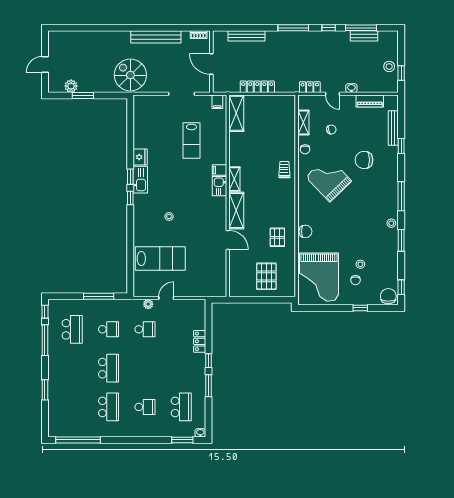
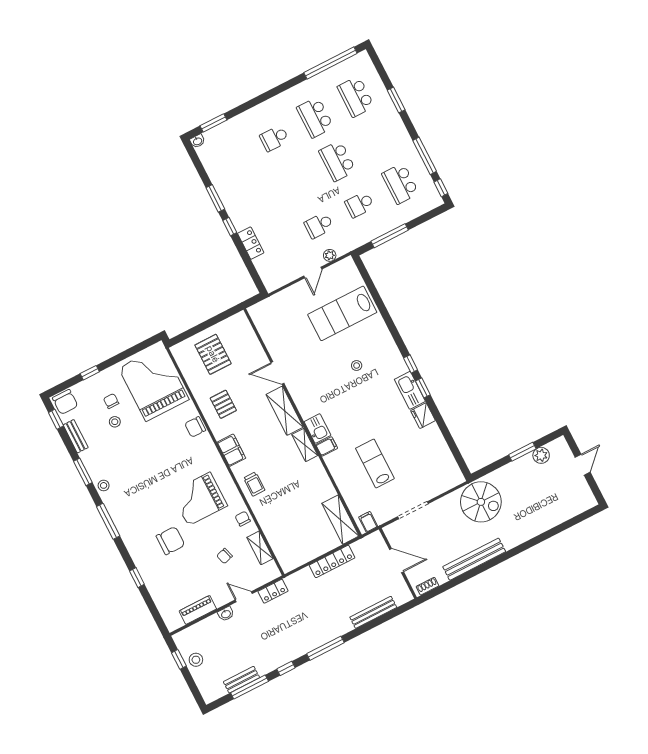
bench: (393, 128) -> (76, 436), moved, width x0.73
grand piano: (329, 179) -> (199, 499), turned 134
filing cabinet: (288, 202) -> (231, 450), added
school desk: (181, 407) -> (356, 97), moved

